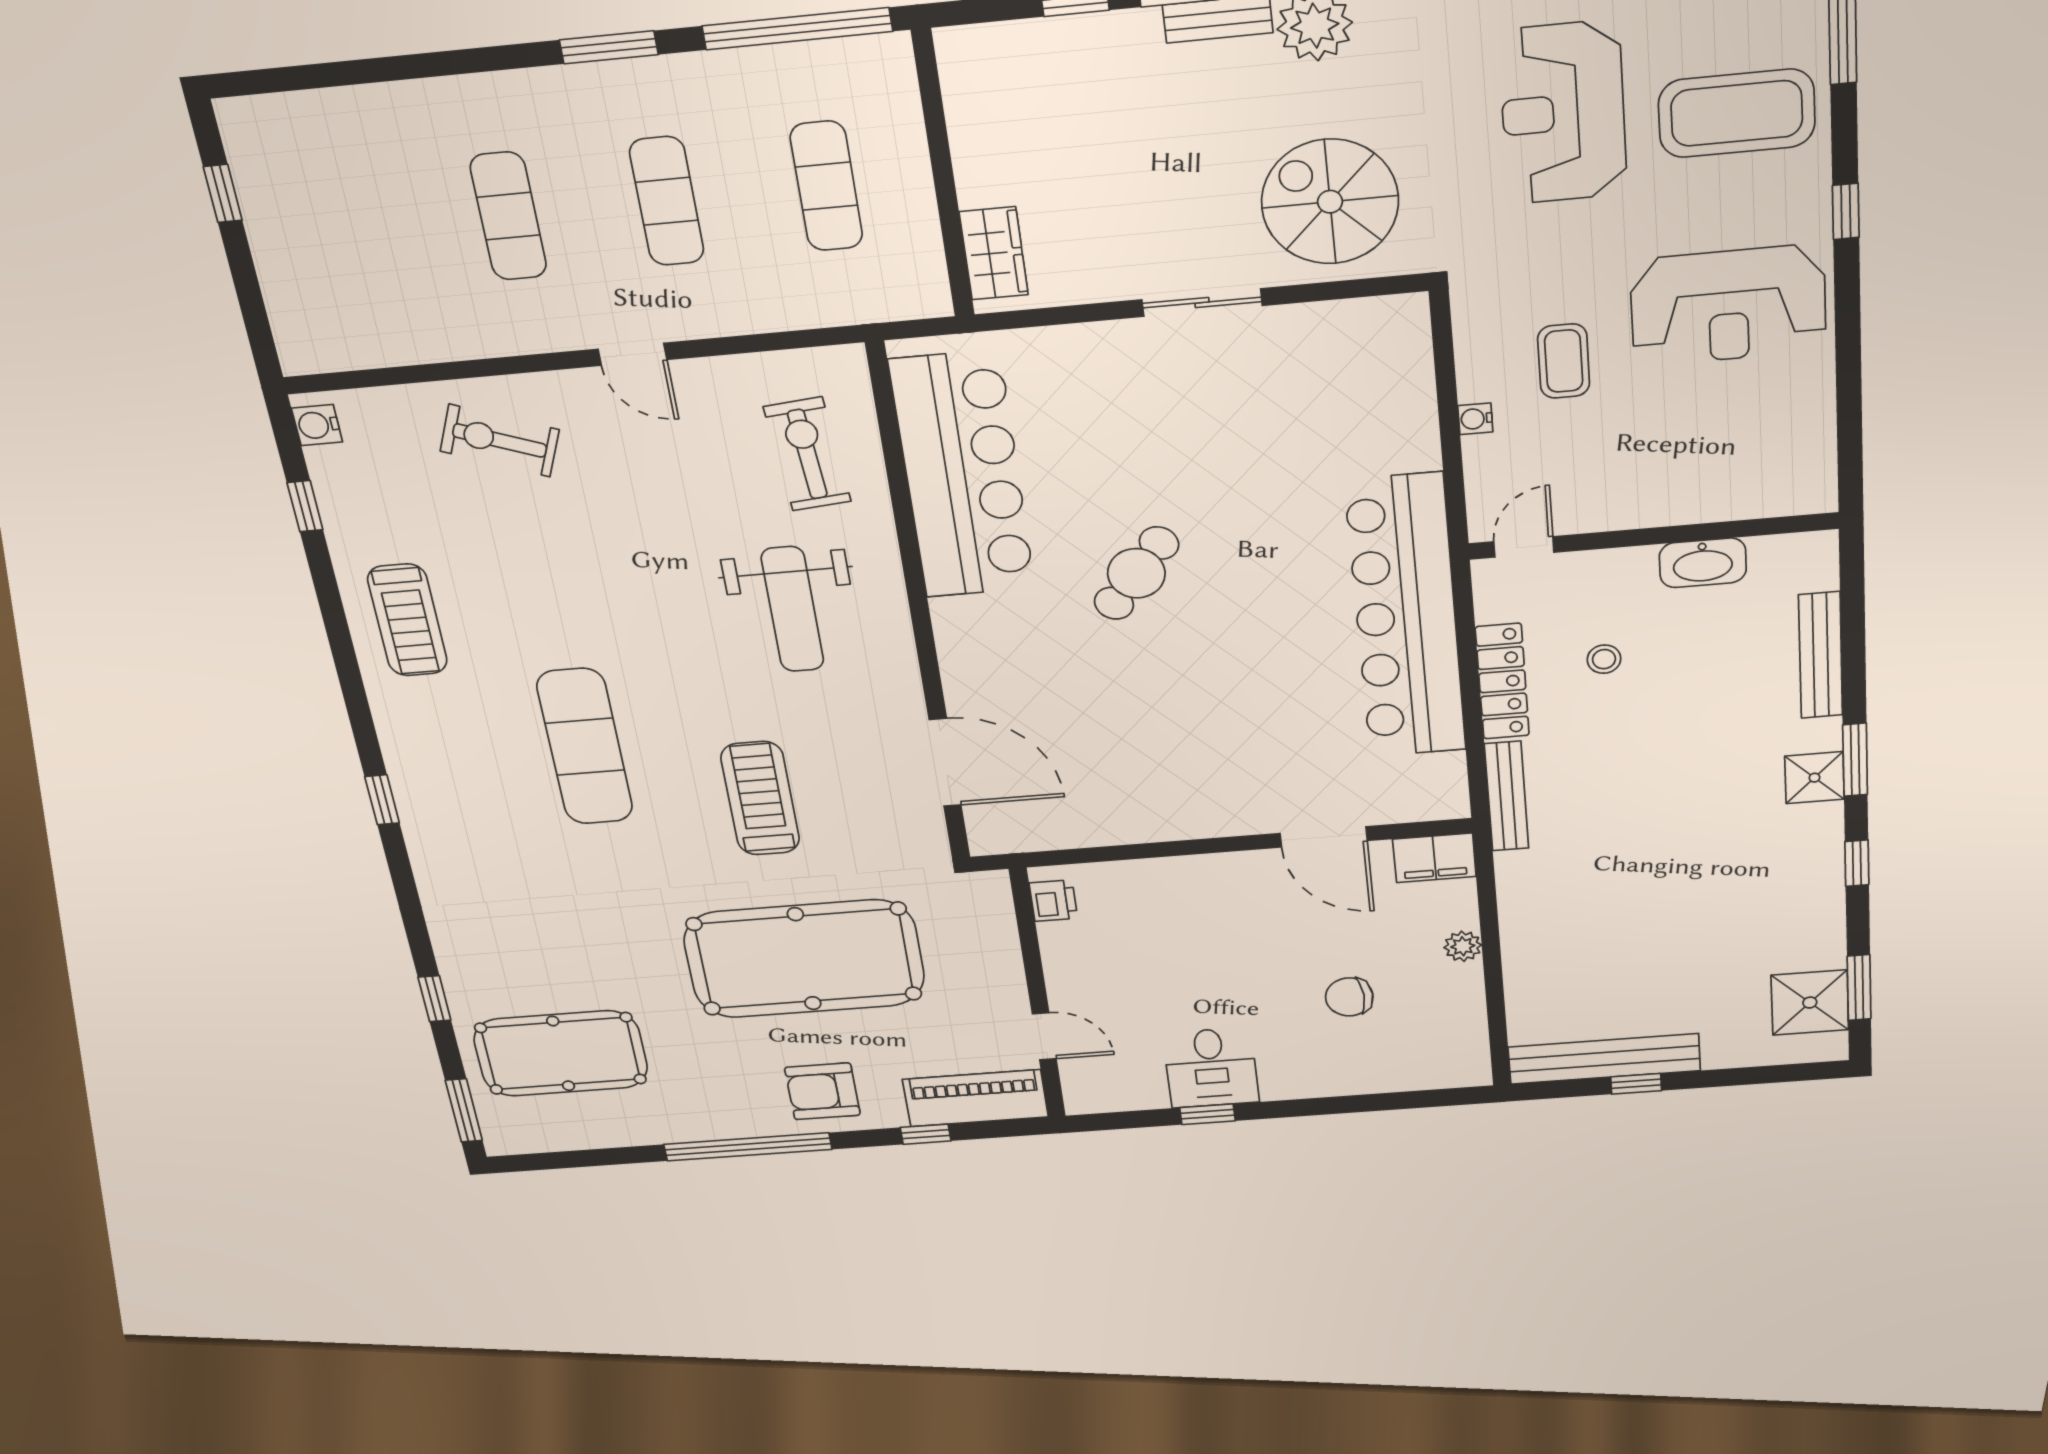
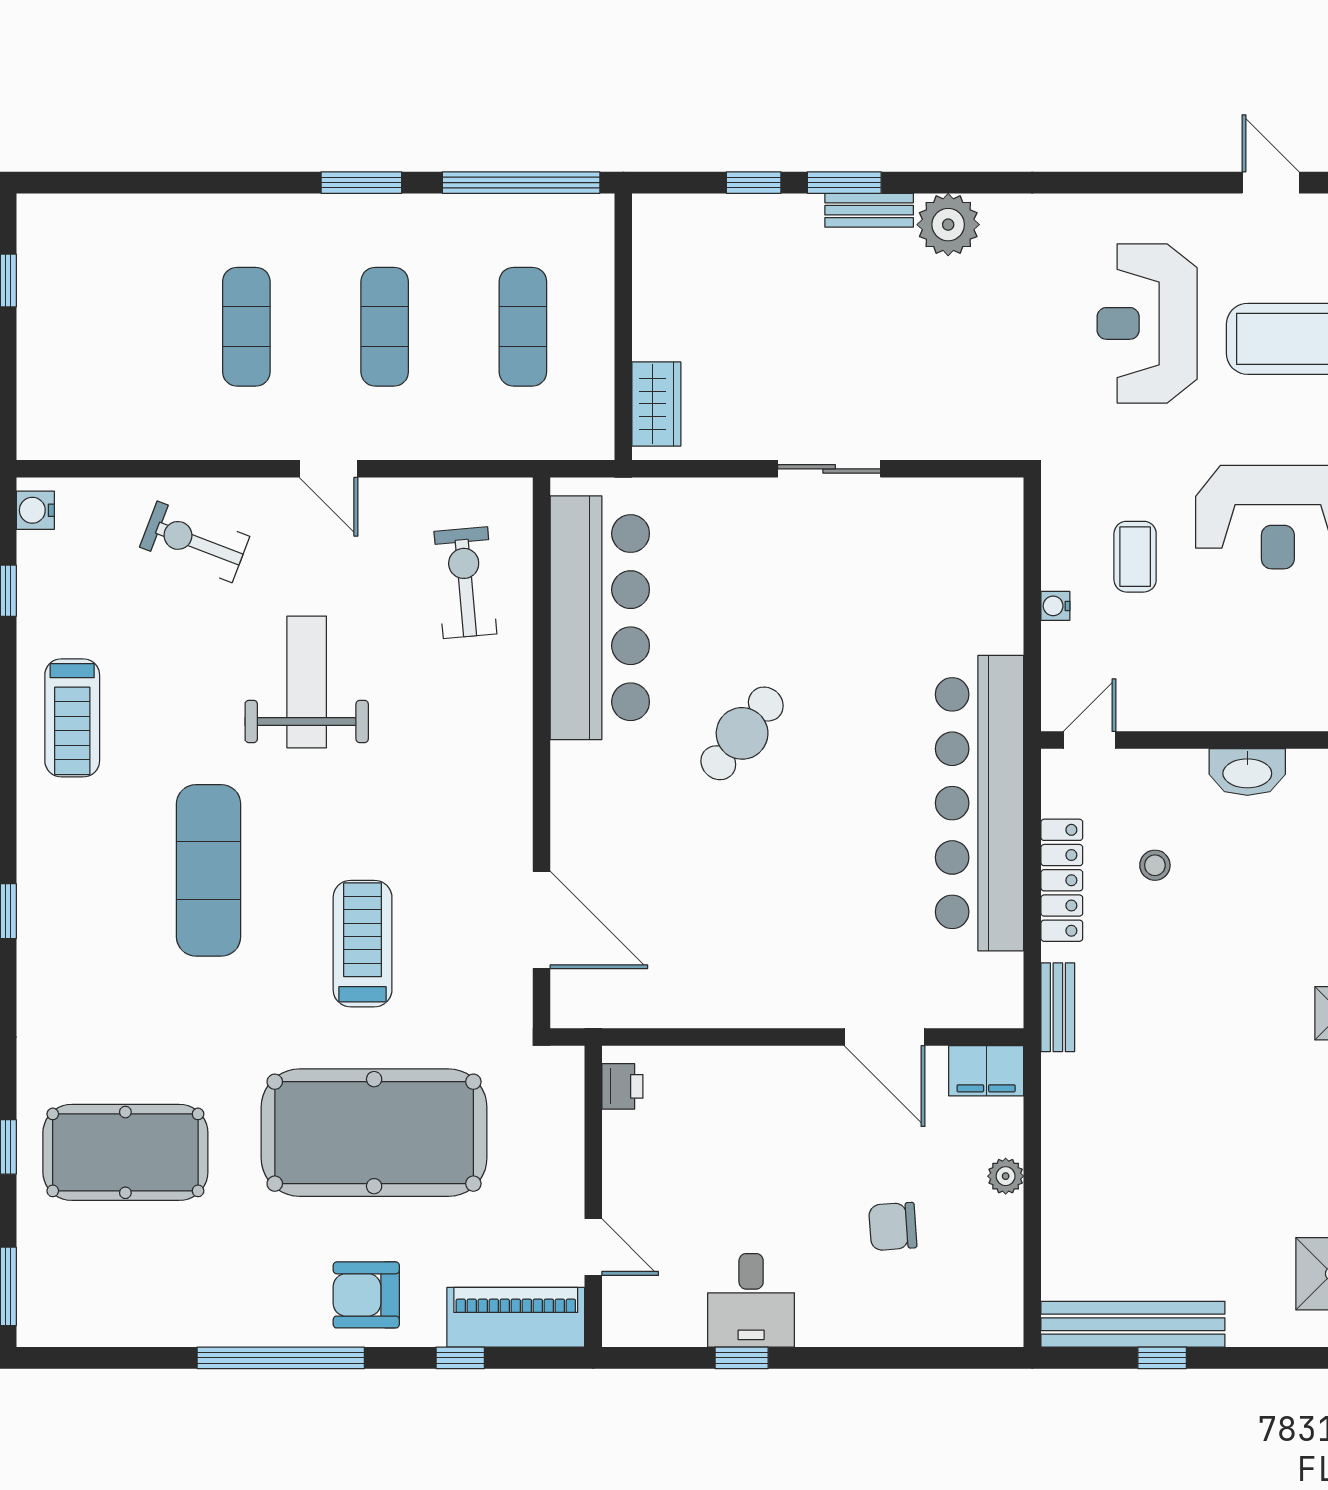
spiral stairs: (1330, 202) -> (947, 385), removed
weight bench: (792, 609) -> (307, 682), moved, turned 180
bench: (1507, 796) -> (1058, 1007), width x0.73
pool table: (561, 1054) -> (125, 1152), moved

